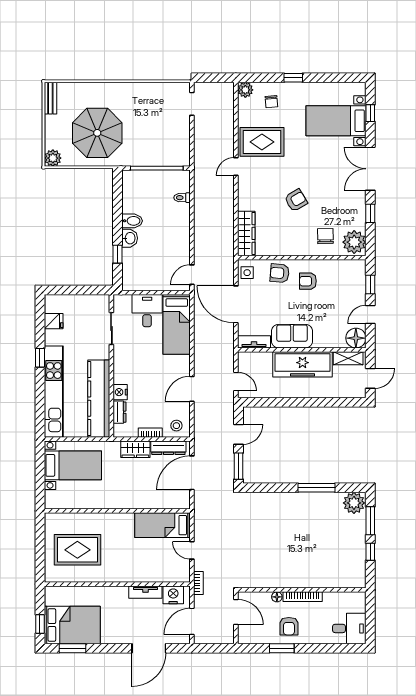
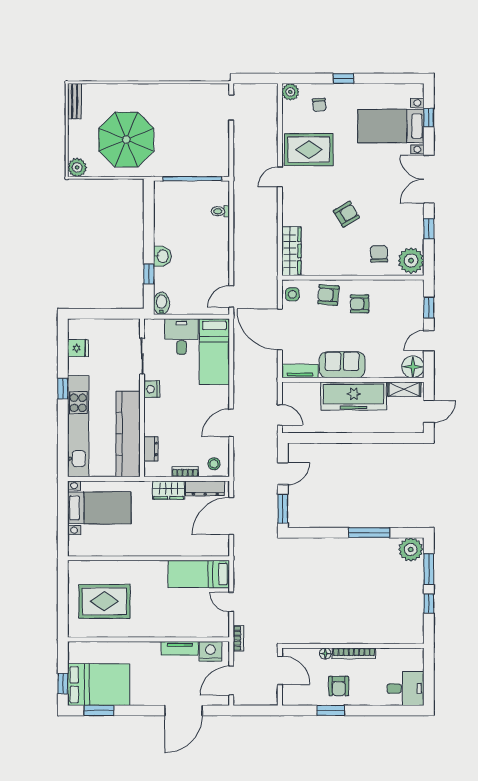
bidet: (132, 221) -> (161, 303), moved, turned -90
nightstand: (120, 392) -> (152, 389), moved

